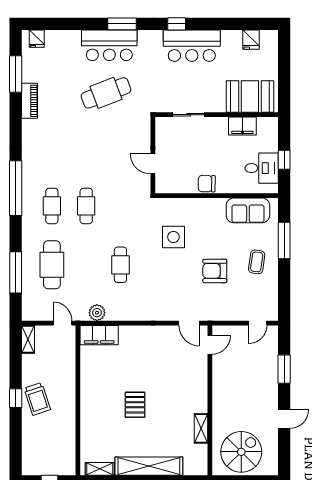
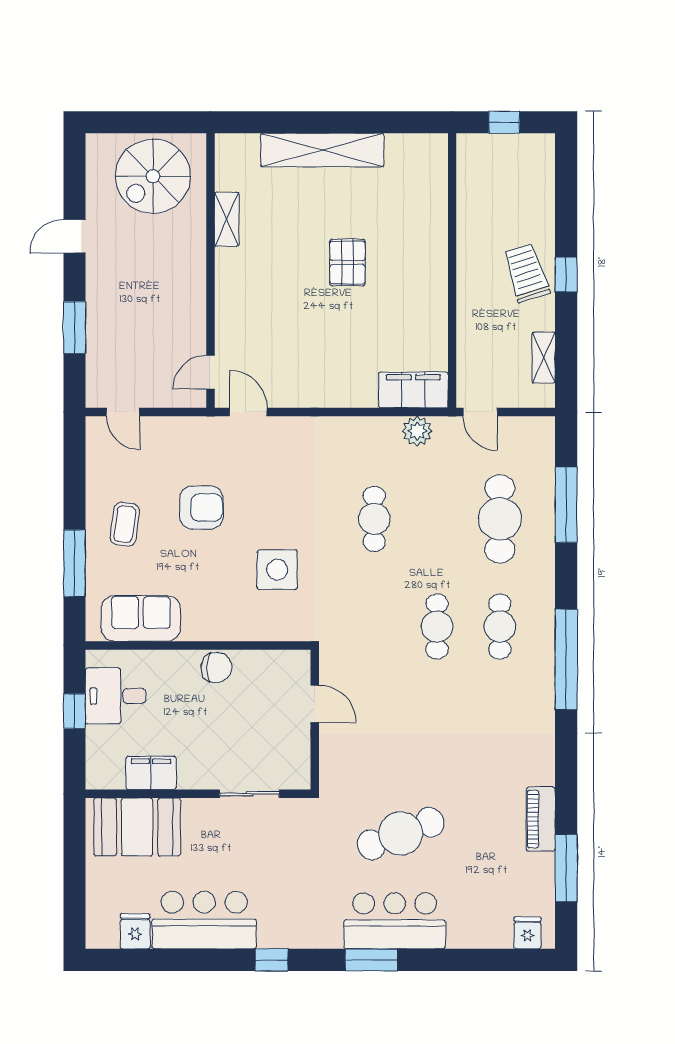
bar counter: (192, 46) -> (204, 920), moved
door: (258, 323) -> (123, 412), swing flipped
shelving: (28, 339) -> (544, 358), moved
shelving: (100, 469) -> (412, 145), removed

